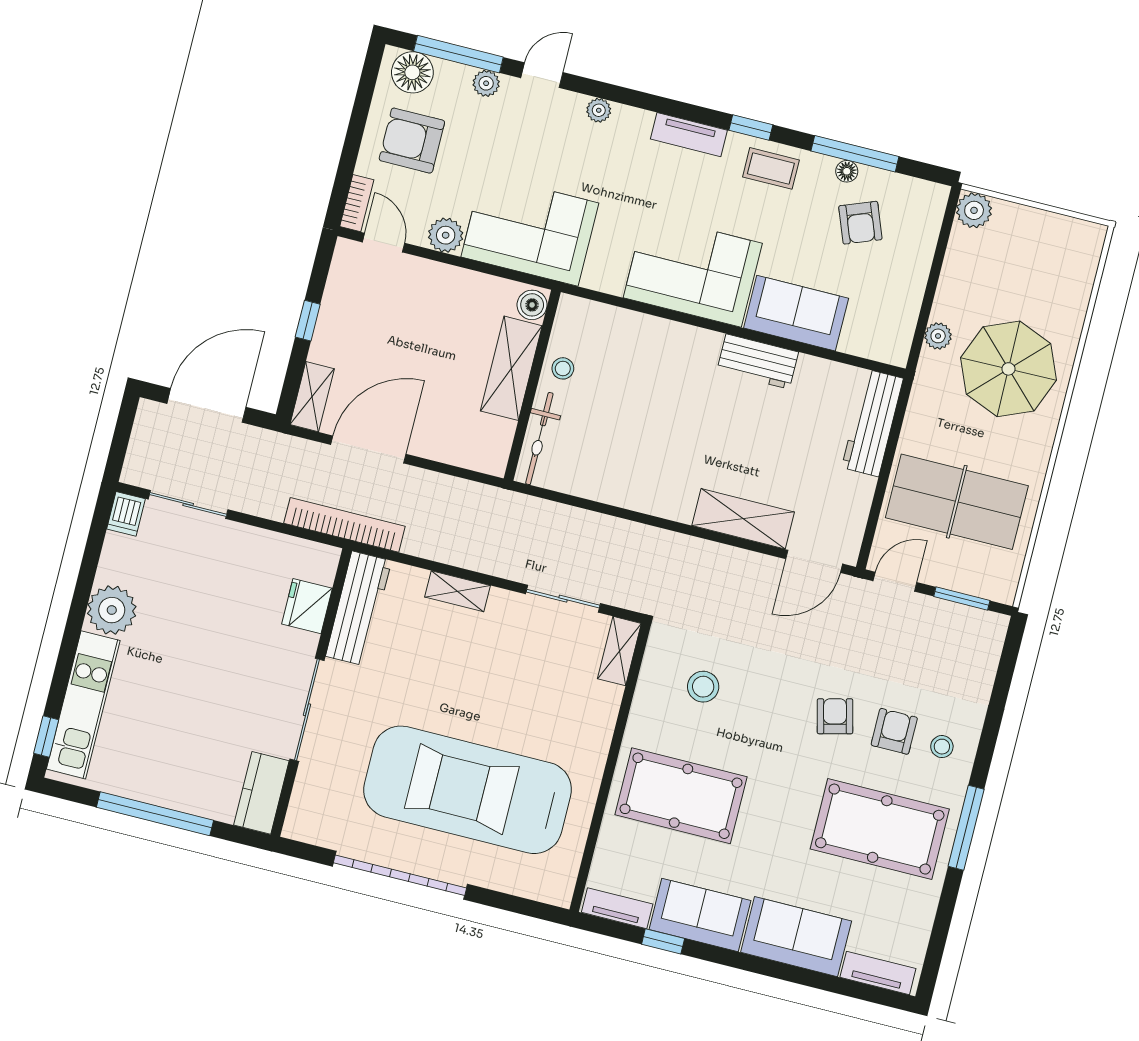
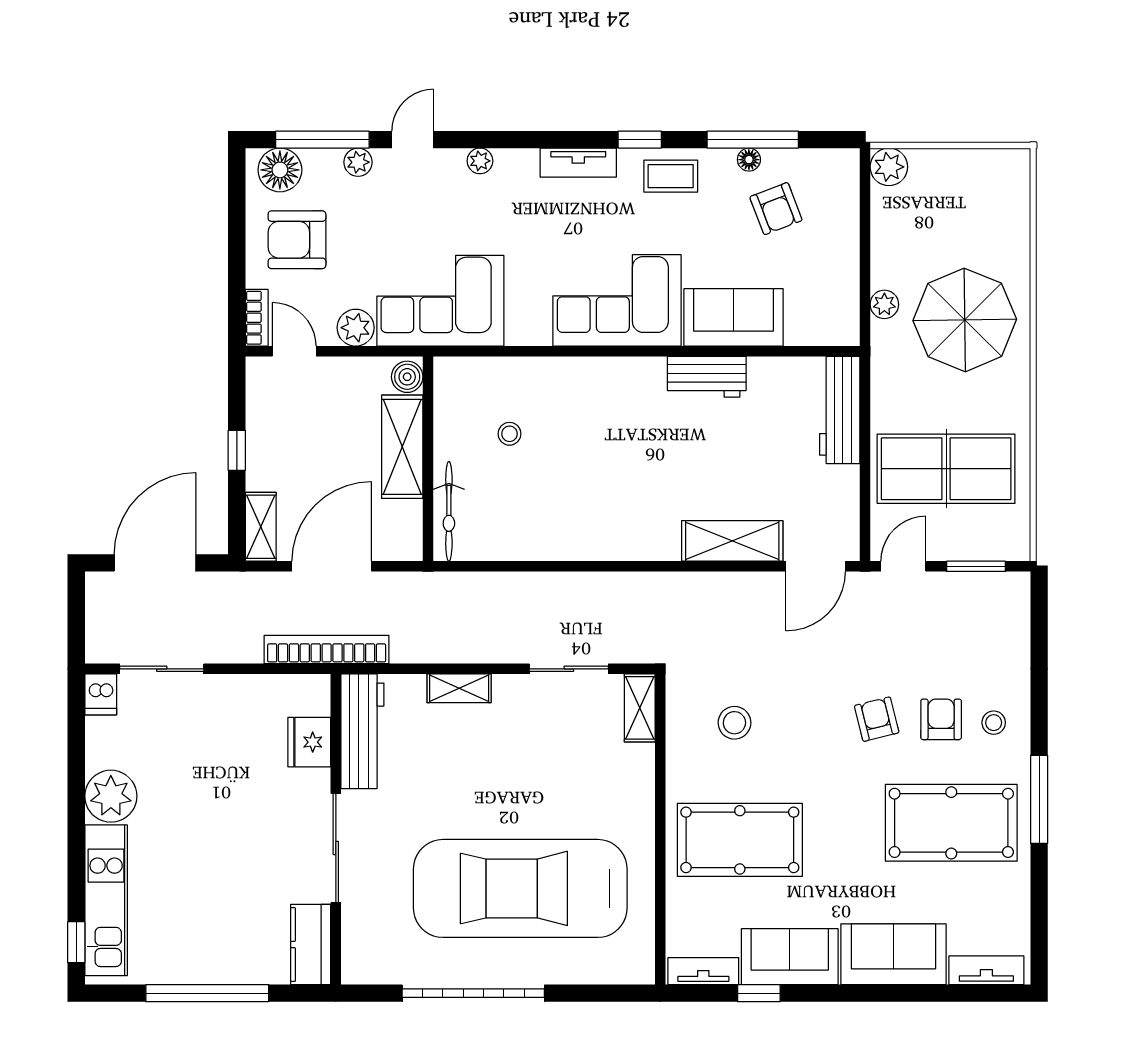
boiler: (532, 305) -> (407, 377), moved
shelving: (511, 368) -> (402, 447), moved
wall: (532, 385) -> (428, 459), moved
bicycle: (539, 439) -> (449, 511), moved

